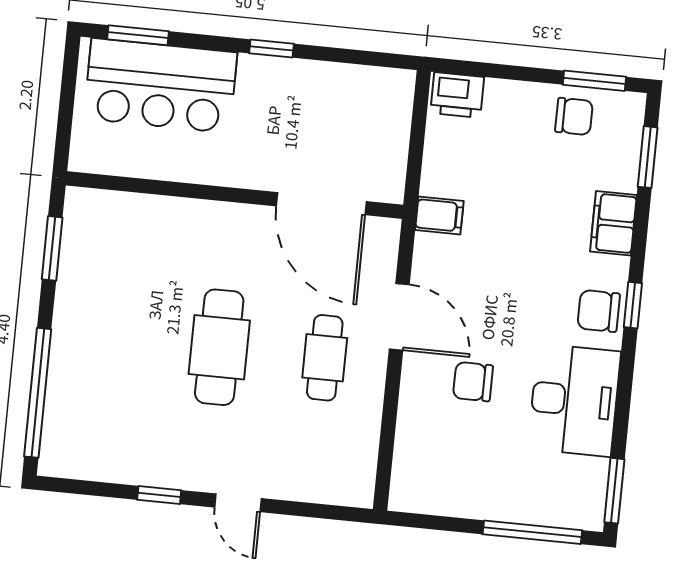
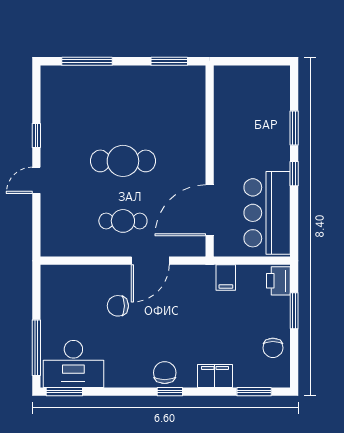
window: (138, 35) -> (294, 128), moved
window: (594, 81) -> (294, 311), moved
bar counter: (160, 86) -> (267, 213), moved
filing cabinet: (439, 215) -> (226, 278), moved
chair: (473, 382) -> (118, 306), turned -90
window: (38, 393) -> (87, 61), width x0.68
desk: (574, 400) -> (73, 364), moved

